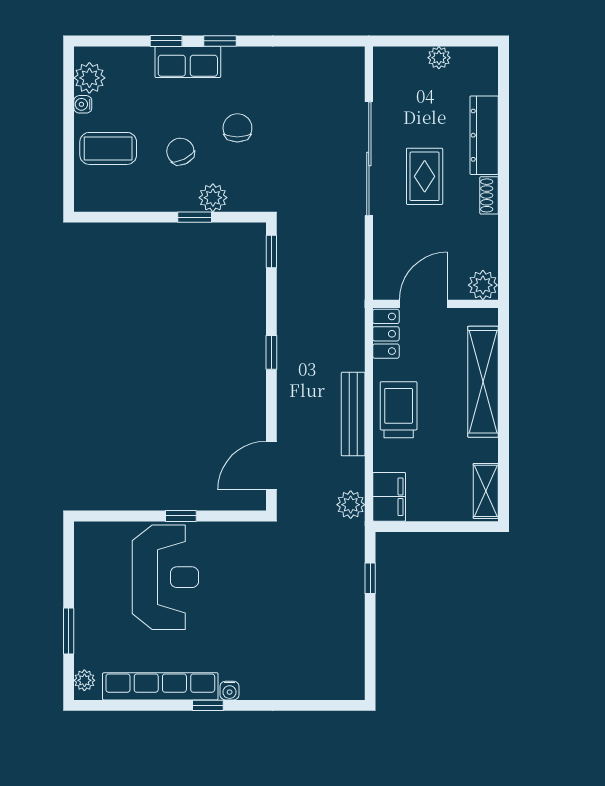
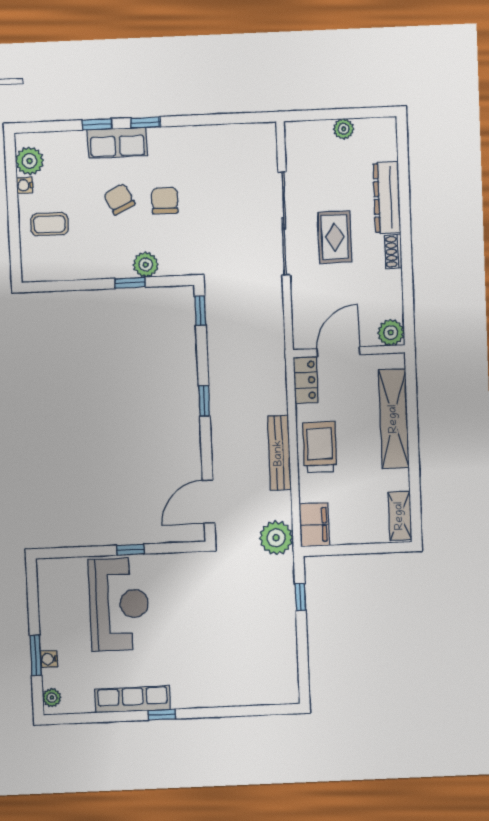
coffee table: (108, 148) -> (49, 224), width x0.73, depth x0.77
chair: (180, 152) -> (119, 199), moved
plant: (351, 505) -> (276, 538), width x1.36, depth x1.36
row of seats: (160, 686) -> (133, 699), width x0.73
water cooler: (230, 691) -> (49, 659), moved, turned 90

